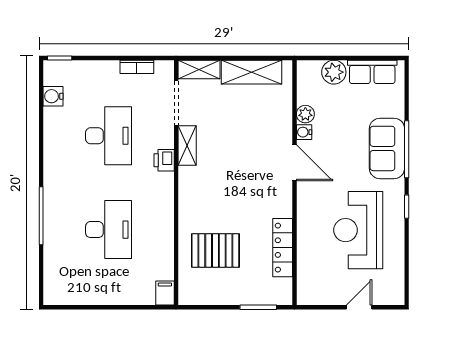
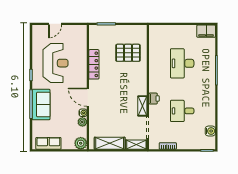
plant: (334, 72) -> (81, 143), moved
desk: (109, 136) -> (182, 111), width x0.73
locker: (283, 248) -> (94, 64), moved
filing cabinet: (165, 293) -> (206, 31), moved, width x2.00

